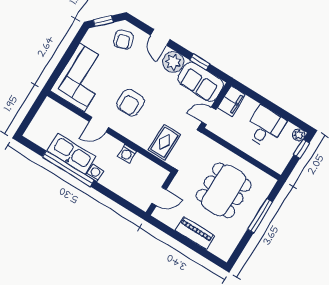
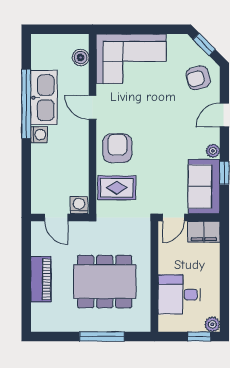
plant: (173, 62) -> (213, 151), width x0.53, depth x0.53
armchair: (131, 103) -> (117, 148), moved, turned 90
boiler: (60, 112) -> (81, 57), added
door: (209, 116) -> (173, 217), swing flipped
desk: (265, 127) -> (179, 295), moved, turned 180
washing machine: (127, 154) -> (79, 205), moved, turned 90

